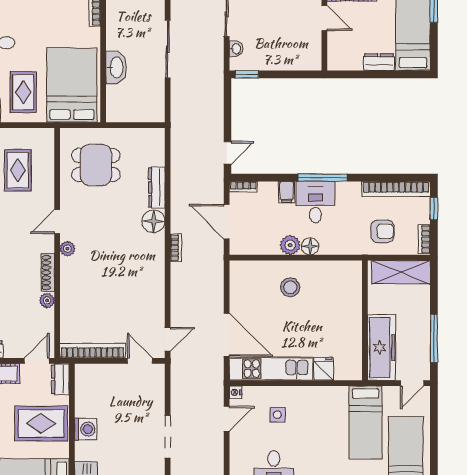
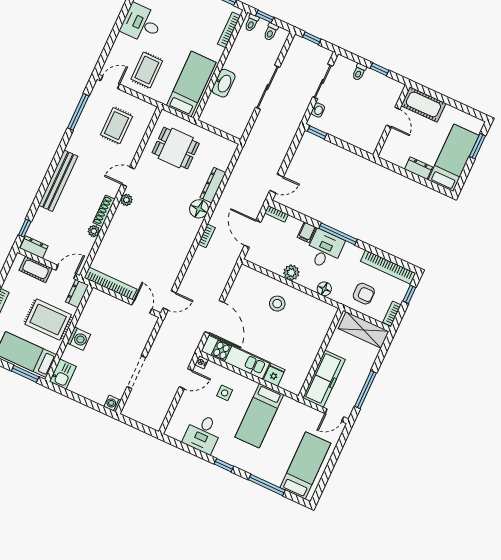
bed: (72, 85) -> (191, 84), width x0.67
floor lamp: (310, 246) -> (324, 289), moved
bed: (365, 422) -> (259, 416), moved

